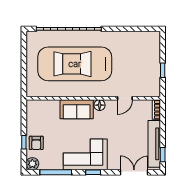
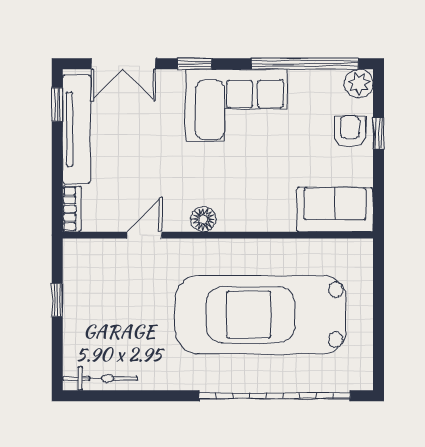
bicycle: (144, 36) -> (100, 378), added
car: (75, 64) -> (261, 315), turned 180
sofa: (77, 109) -> (335, 210), moved
window: (56, 172) -> (305, 64), width x1.46
window: (93, 172) -> (195, 64), moved

